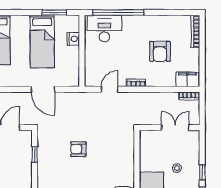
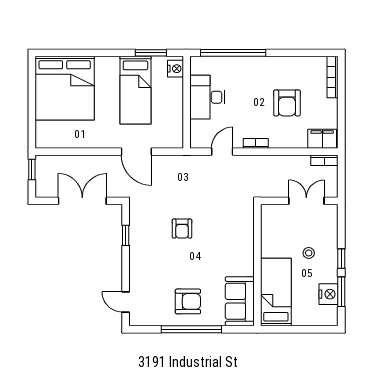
desk: (104, 29) -> (207, 97), moved, turned -90
nightstand: (73, 39) -> (175, 69), moved
armchair: (78, 149) -> (182, 229), turned -90

